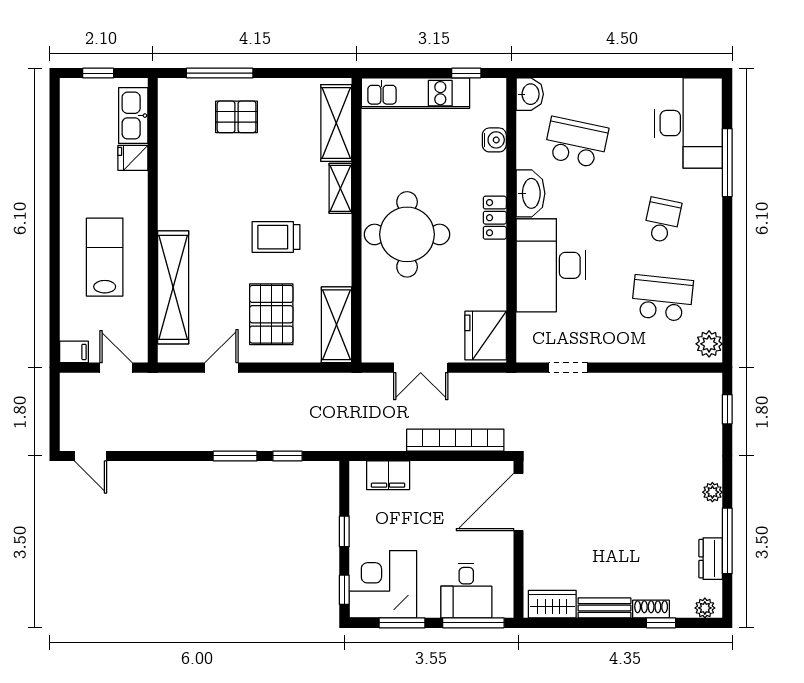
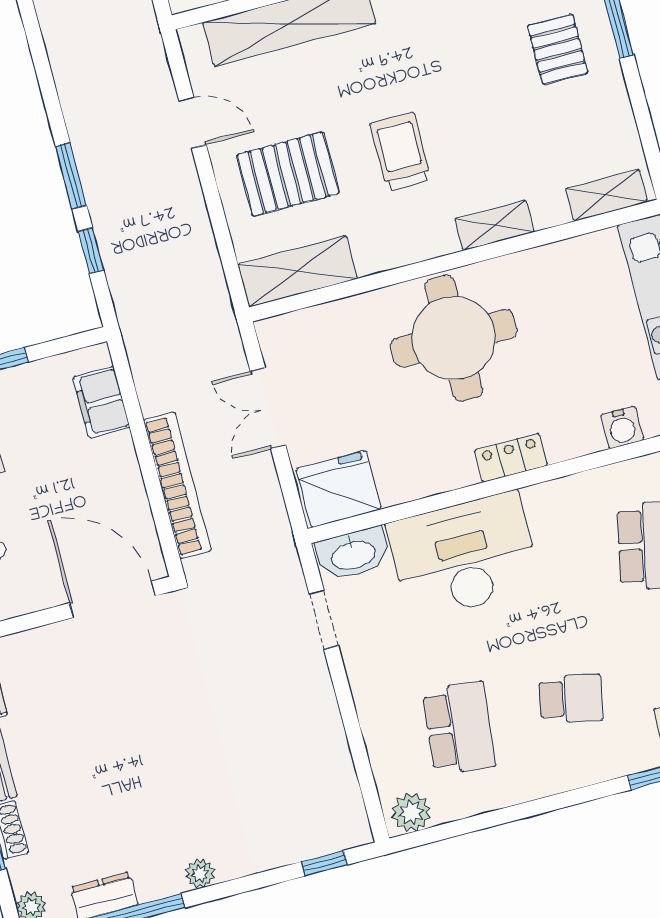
shelving: (336, 123) -> (606, 195), width x0.67, depth x0.75
washbasin: (530, 193) -> (353, 554), moved

